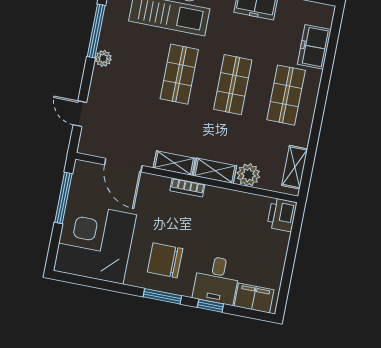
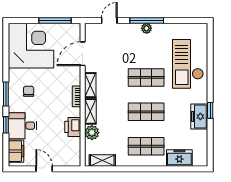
window: (96, 31) -> (147, 20), moved
printer: (282, 215) -> (73, 127), moved, turned -90
chair: (165, 260) -> (29, 91), width x0.54, depth x0.54
door: (290, 260) -> (44, 169), added

